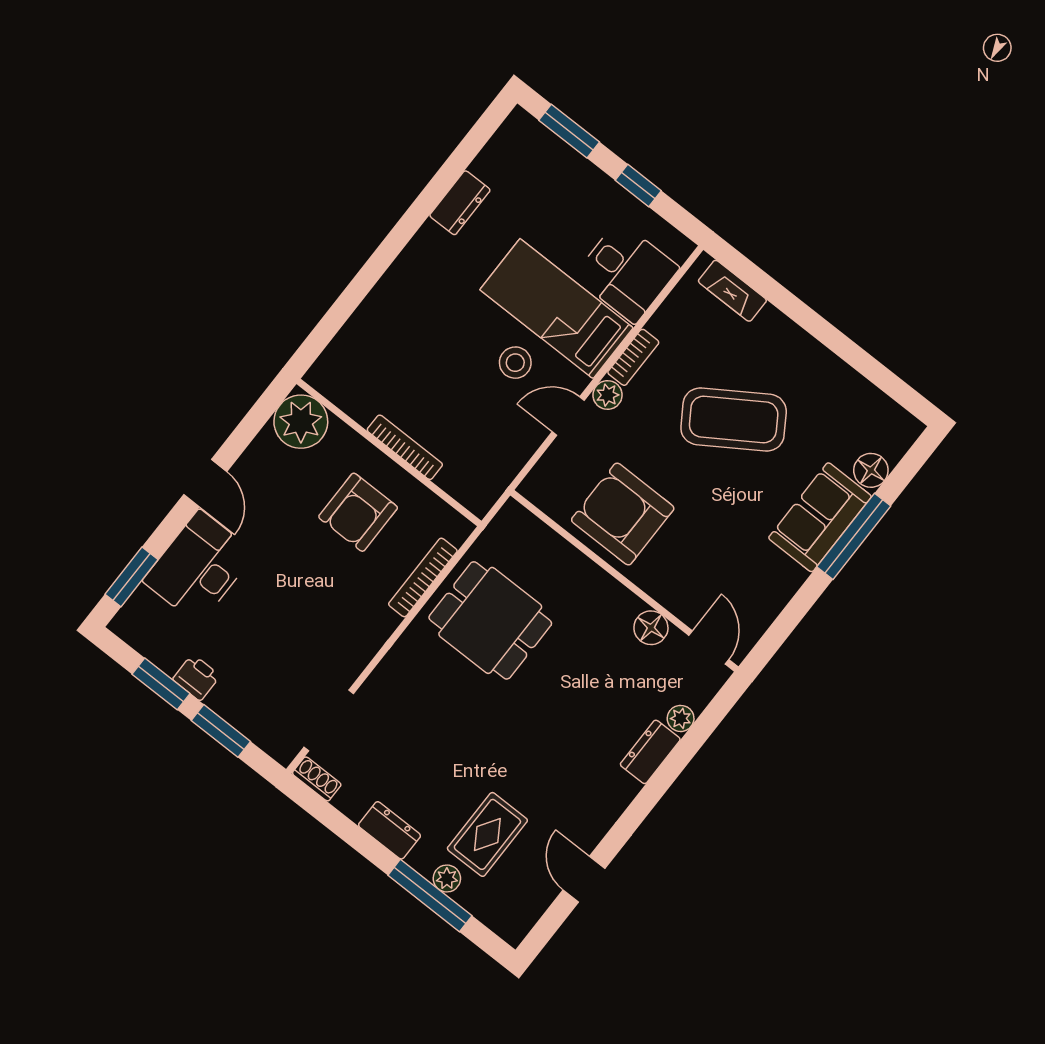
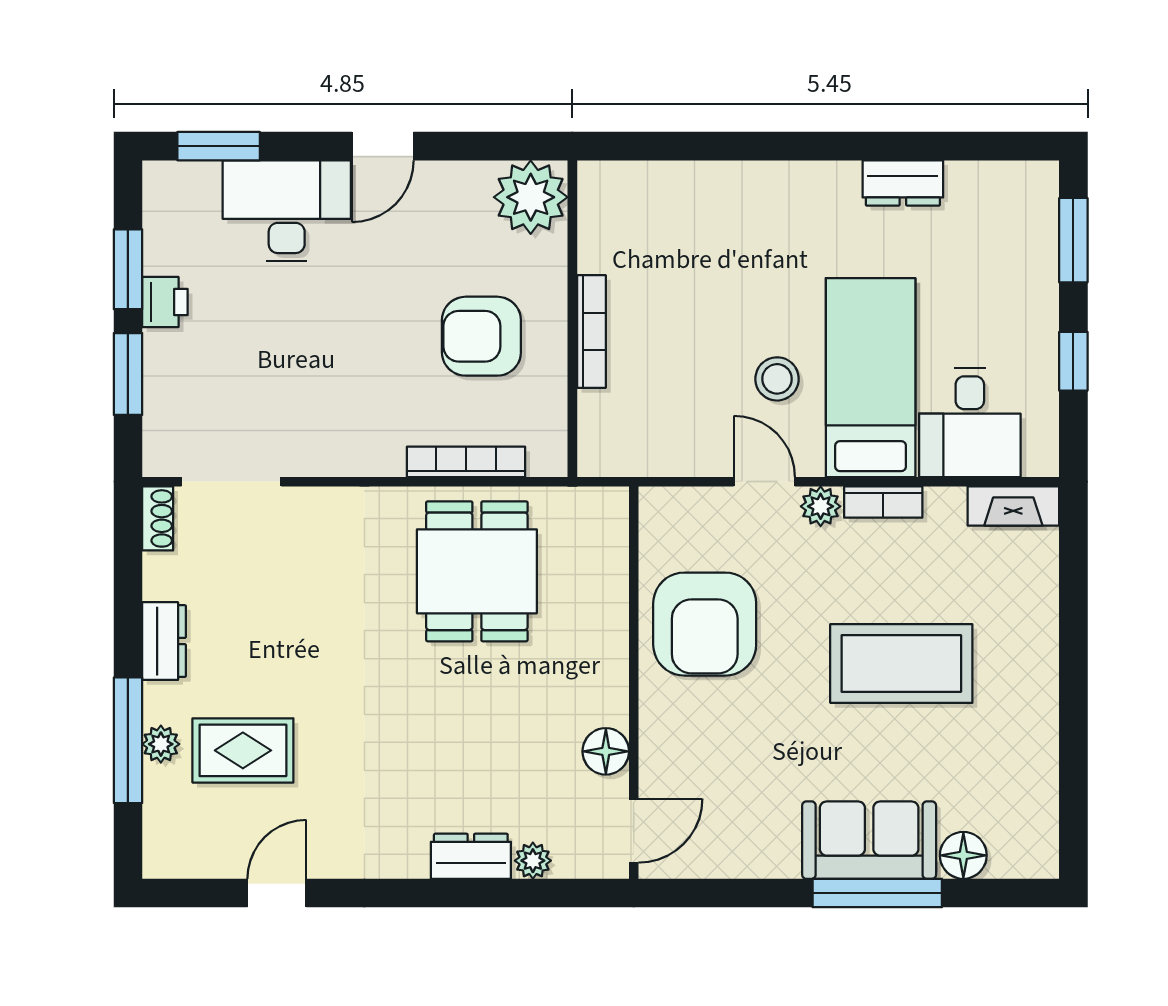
fireplace: (732, 291) -> (1013, 506), moved, turned -90
coffee table: (734, 420) -> (901, 663), turned -57
armchair: (623, 514) -> (705, 624), turned 180

